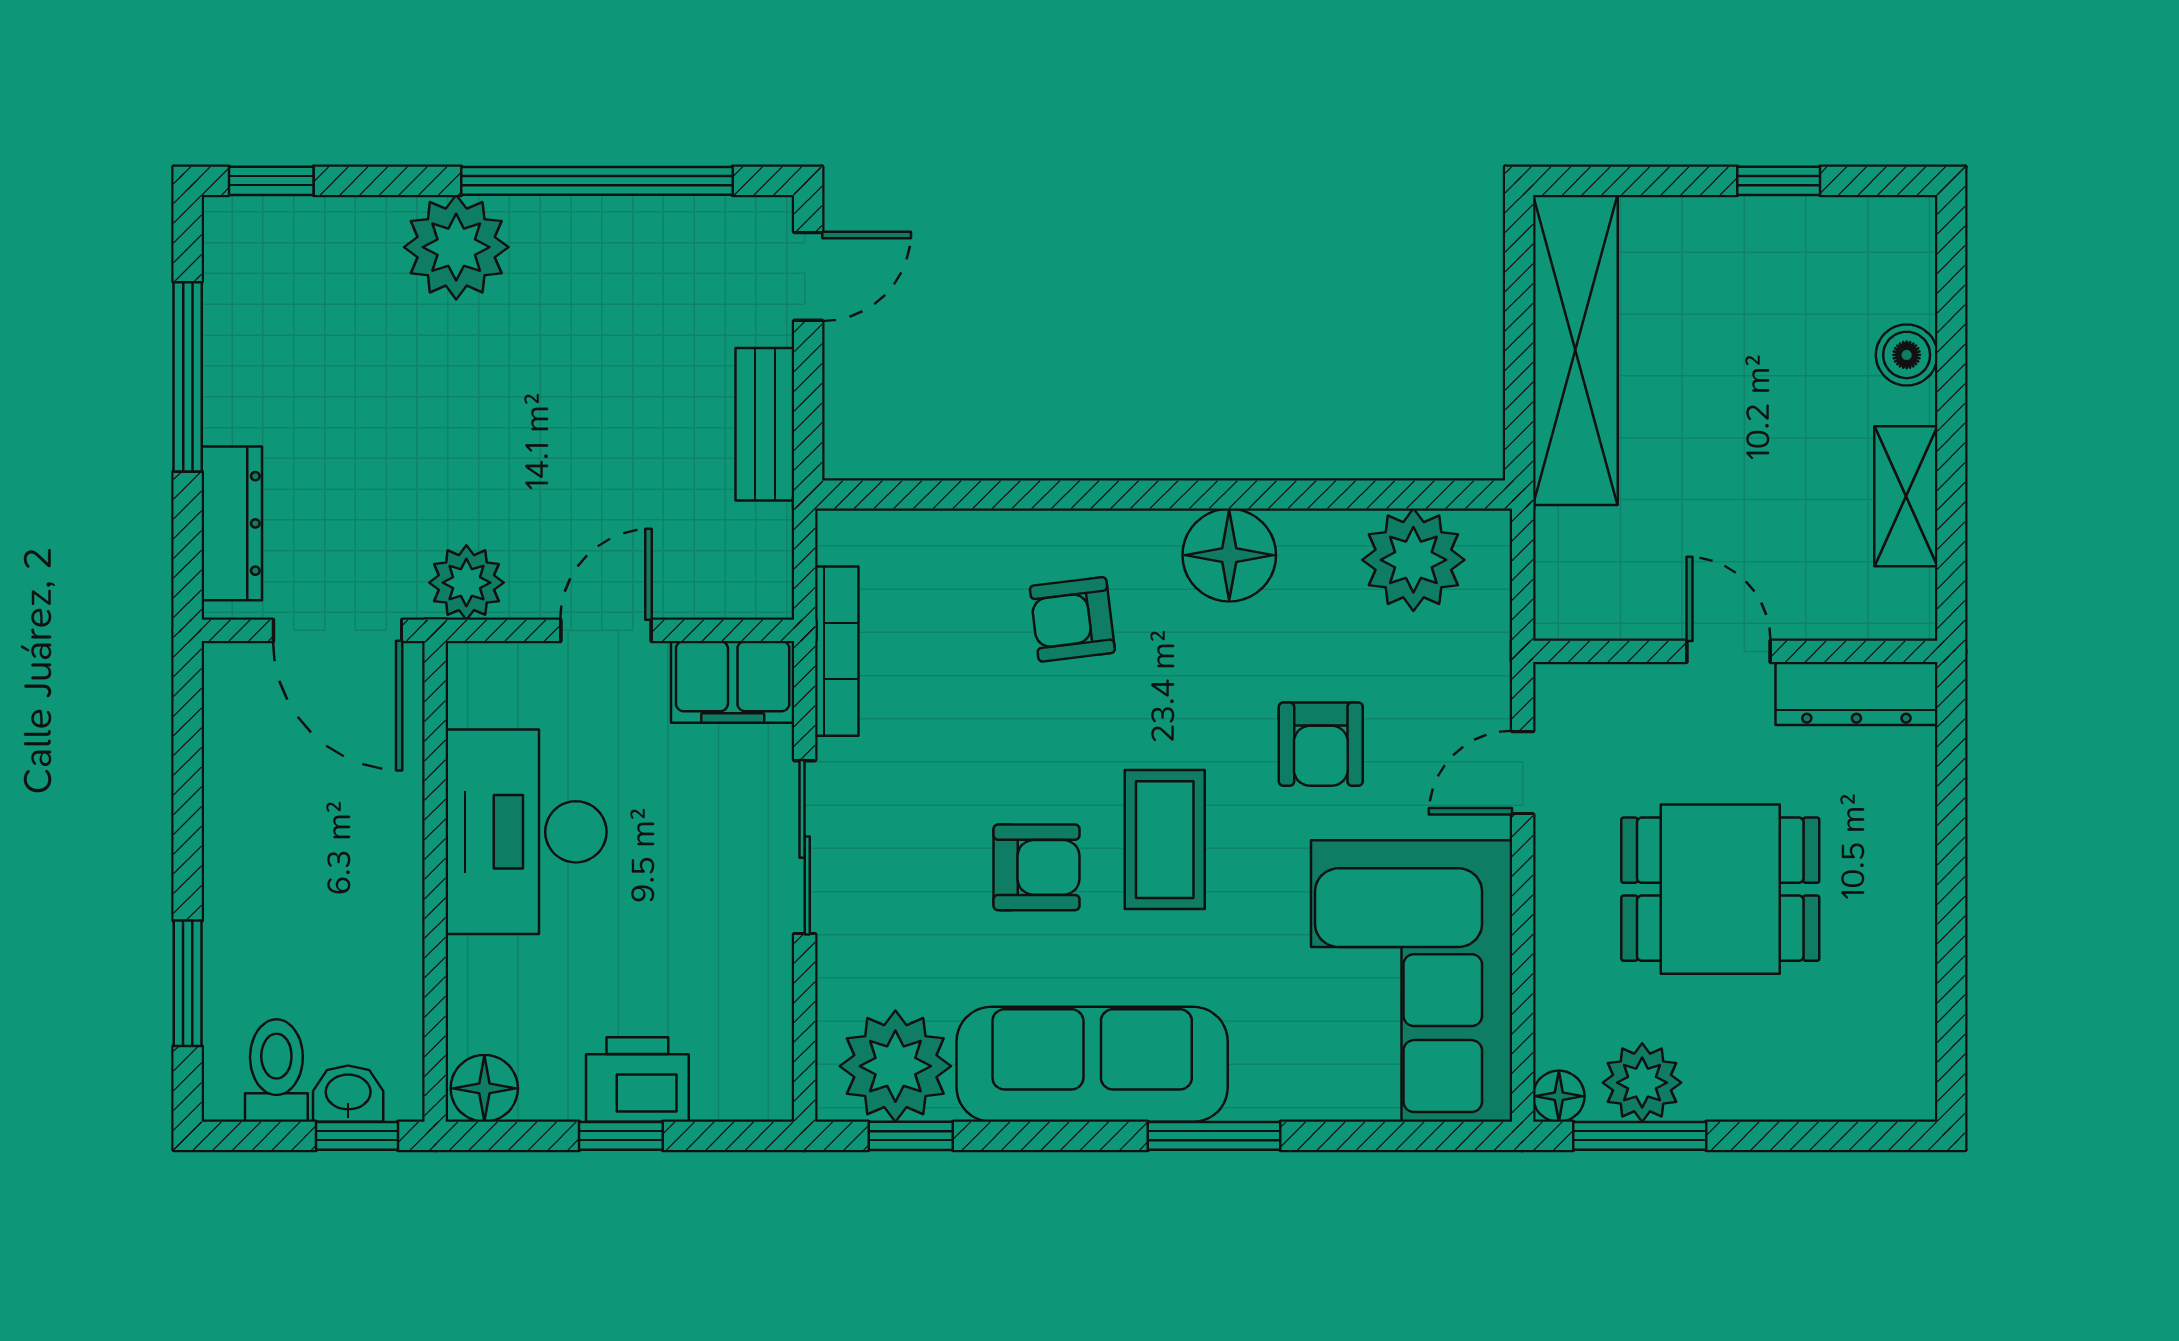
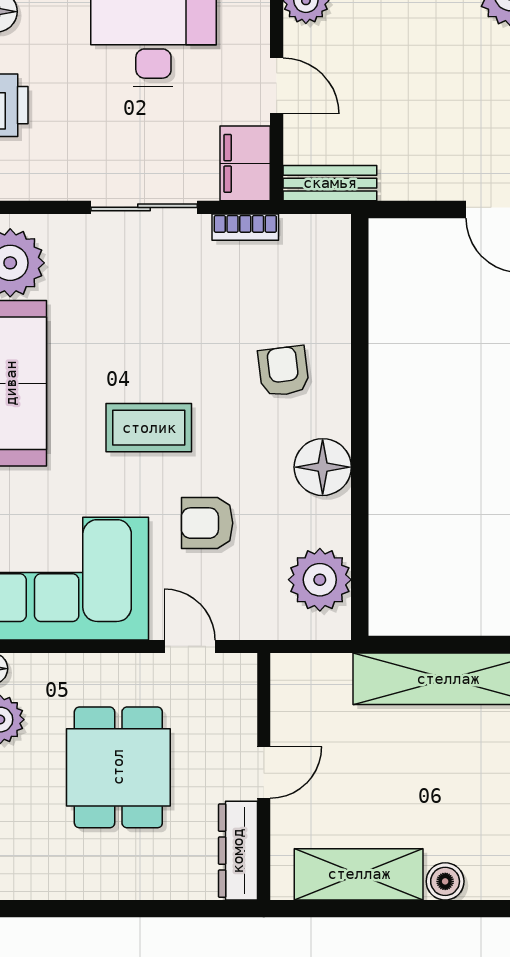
bench: (765, 424) -> (330, 183), moved
shelving: (1906, 496) -> (359, 874), width x1.50, depth x1.33
bookcase: (837, 651) -> (245, 227), width x0.64
armchair: (1036, 867) -> (132, 349), removed

